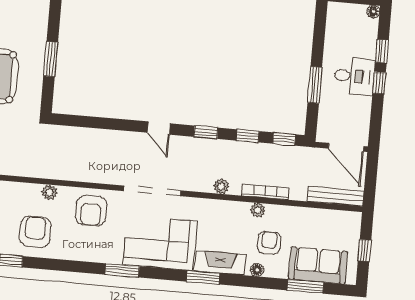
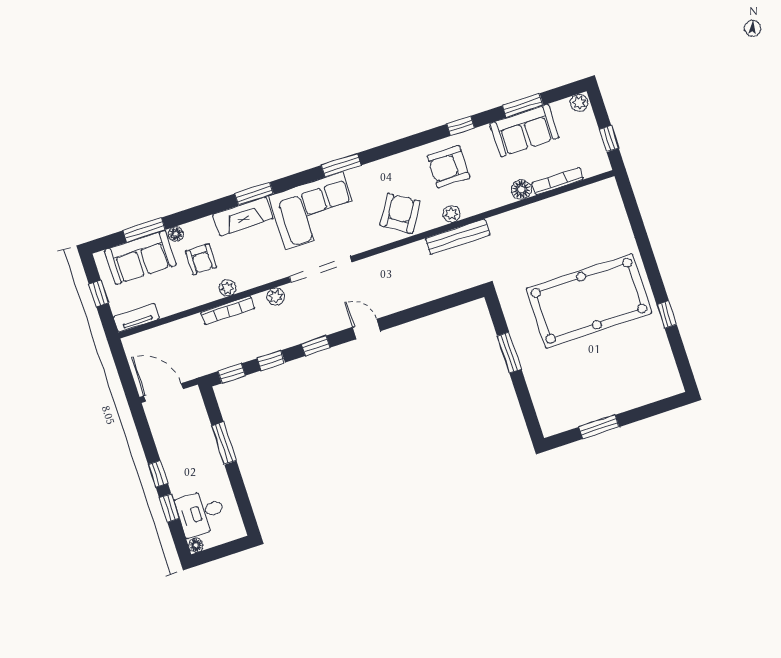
desk: (354, 76) -> (201, 513), moved
doorway: (152, 191) -> (320, 269), moved
bench: (336, 196) -> (458, 237), moved
armchair: (91, 211) -> (400, 213), turned 32
tv unit: (342, 218) -> (136, 318), added
armchair: (35, 232) -> (448, 167), turned 90
floor lamp: (257, 270) -> (176, 234), moved

